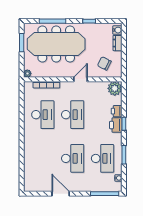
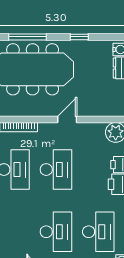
chair: (104, 63) -> (101, 97), removed

